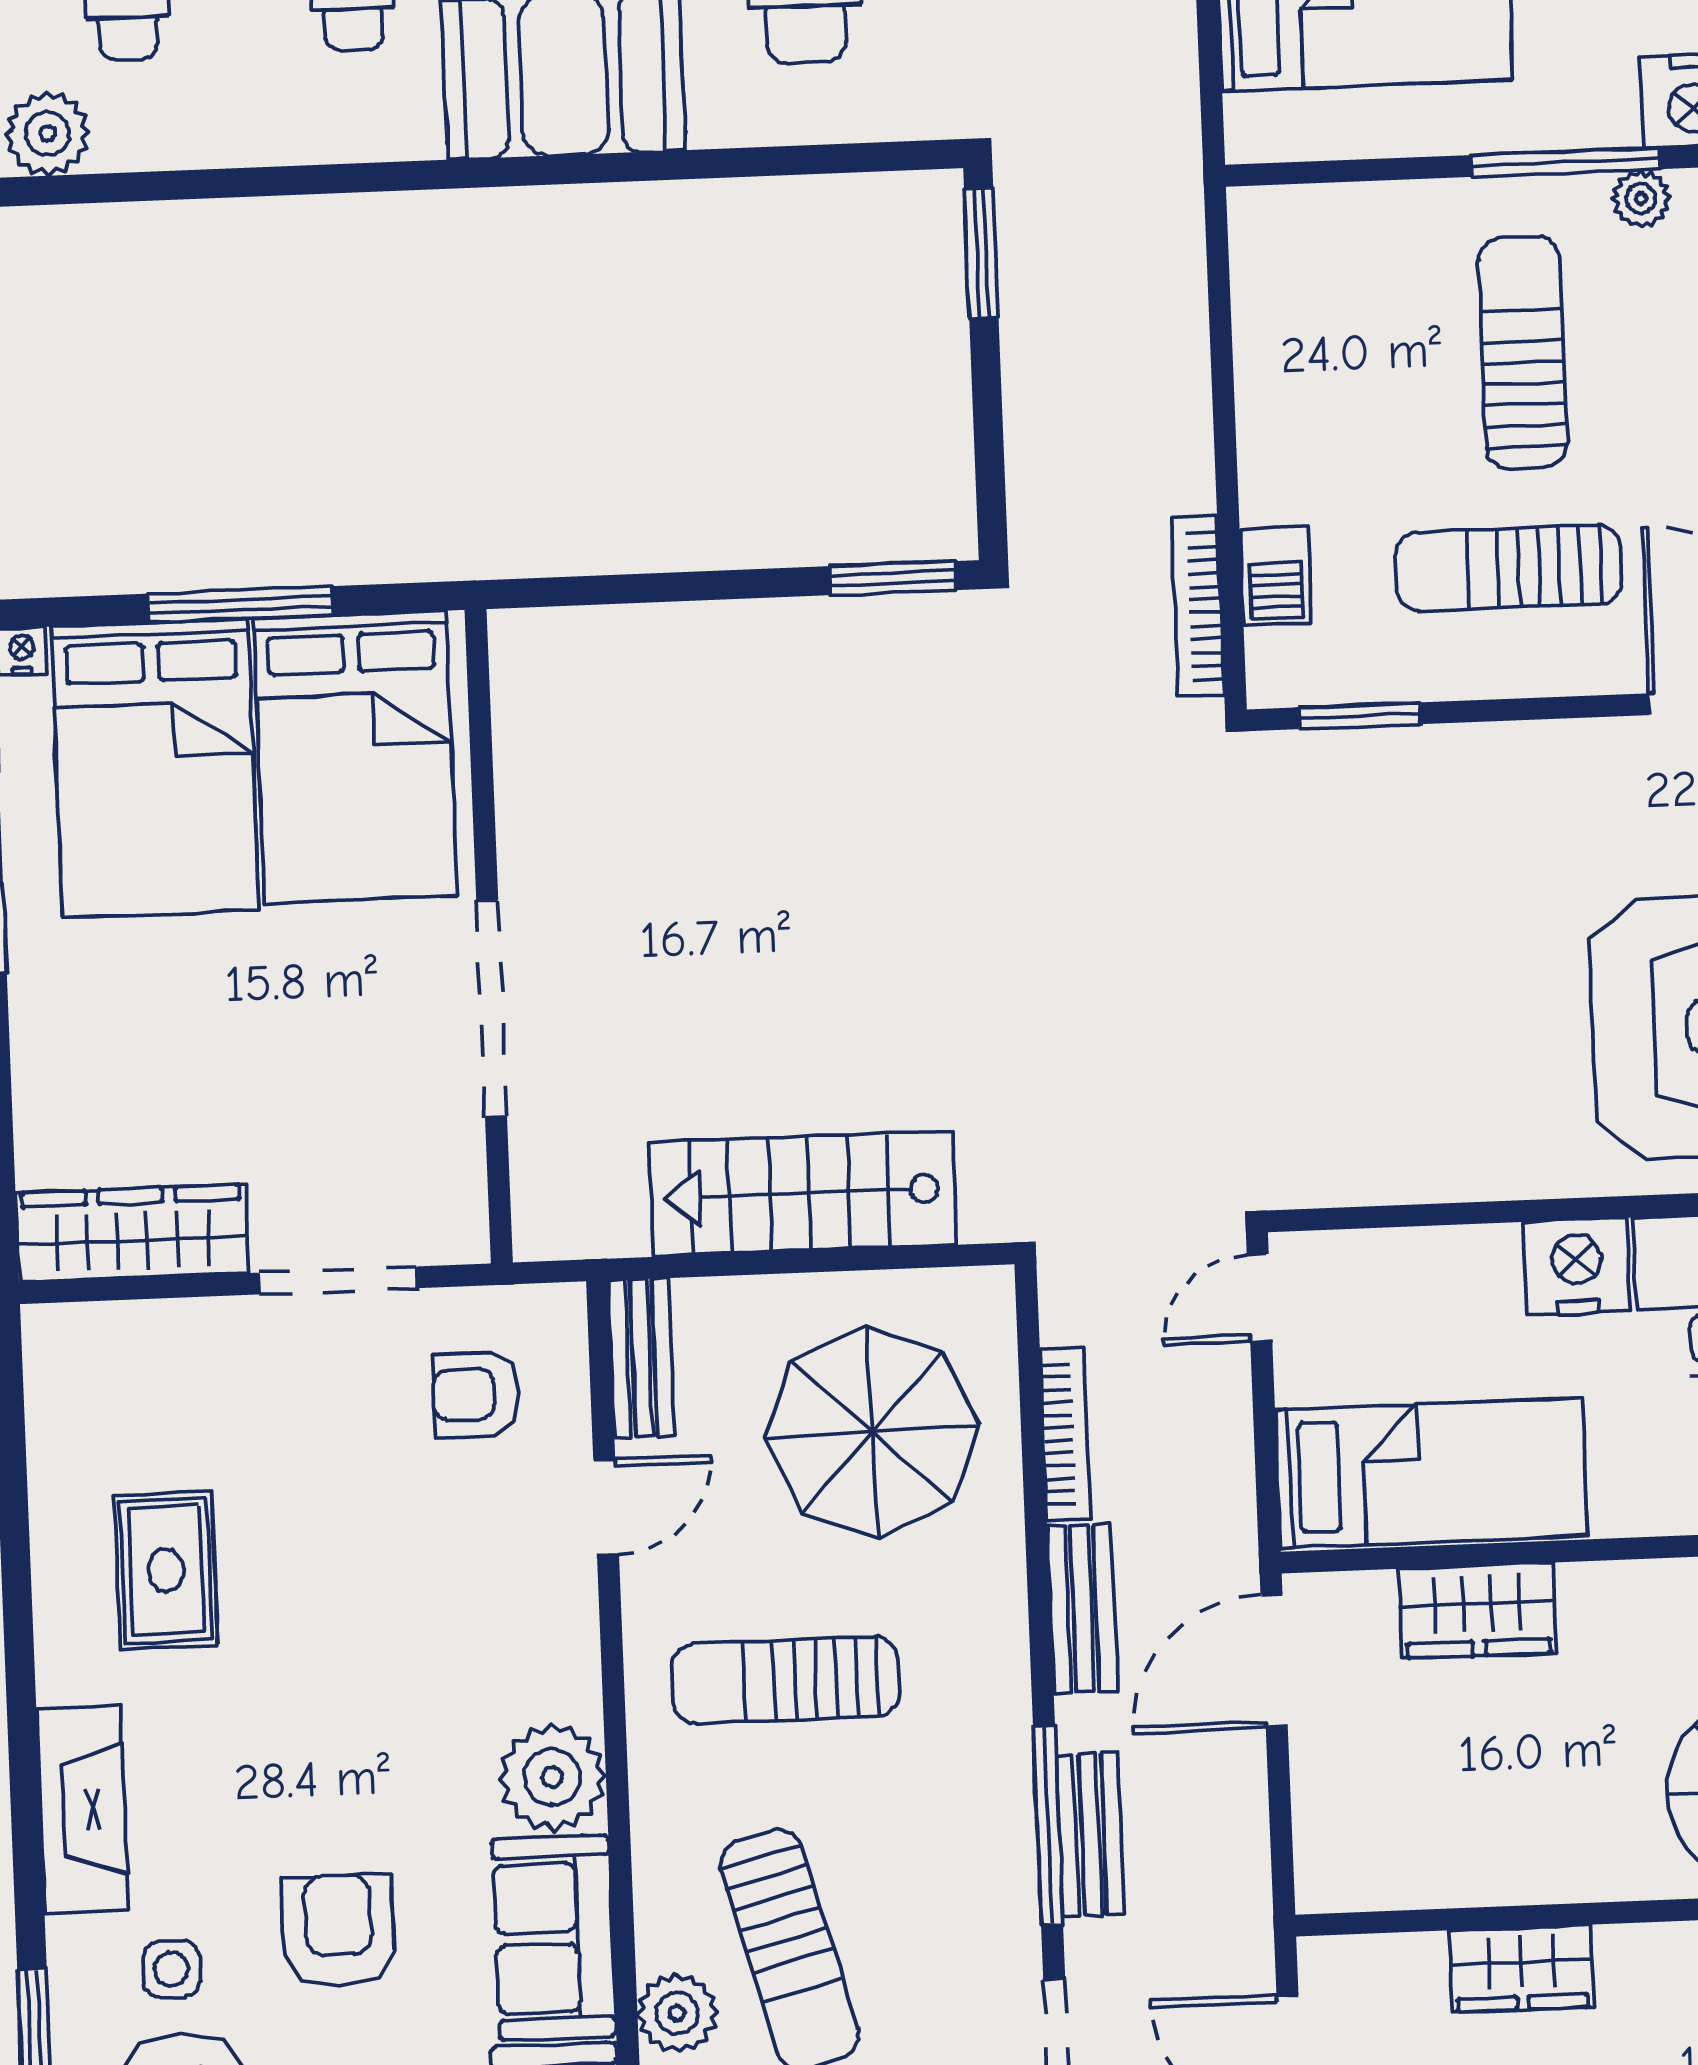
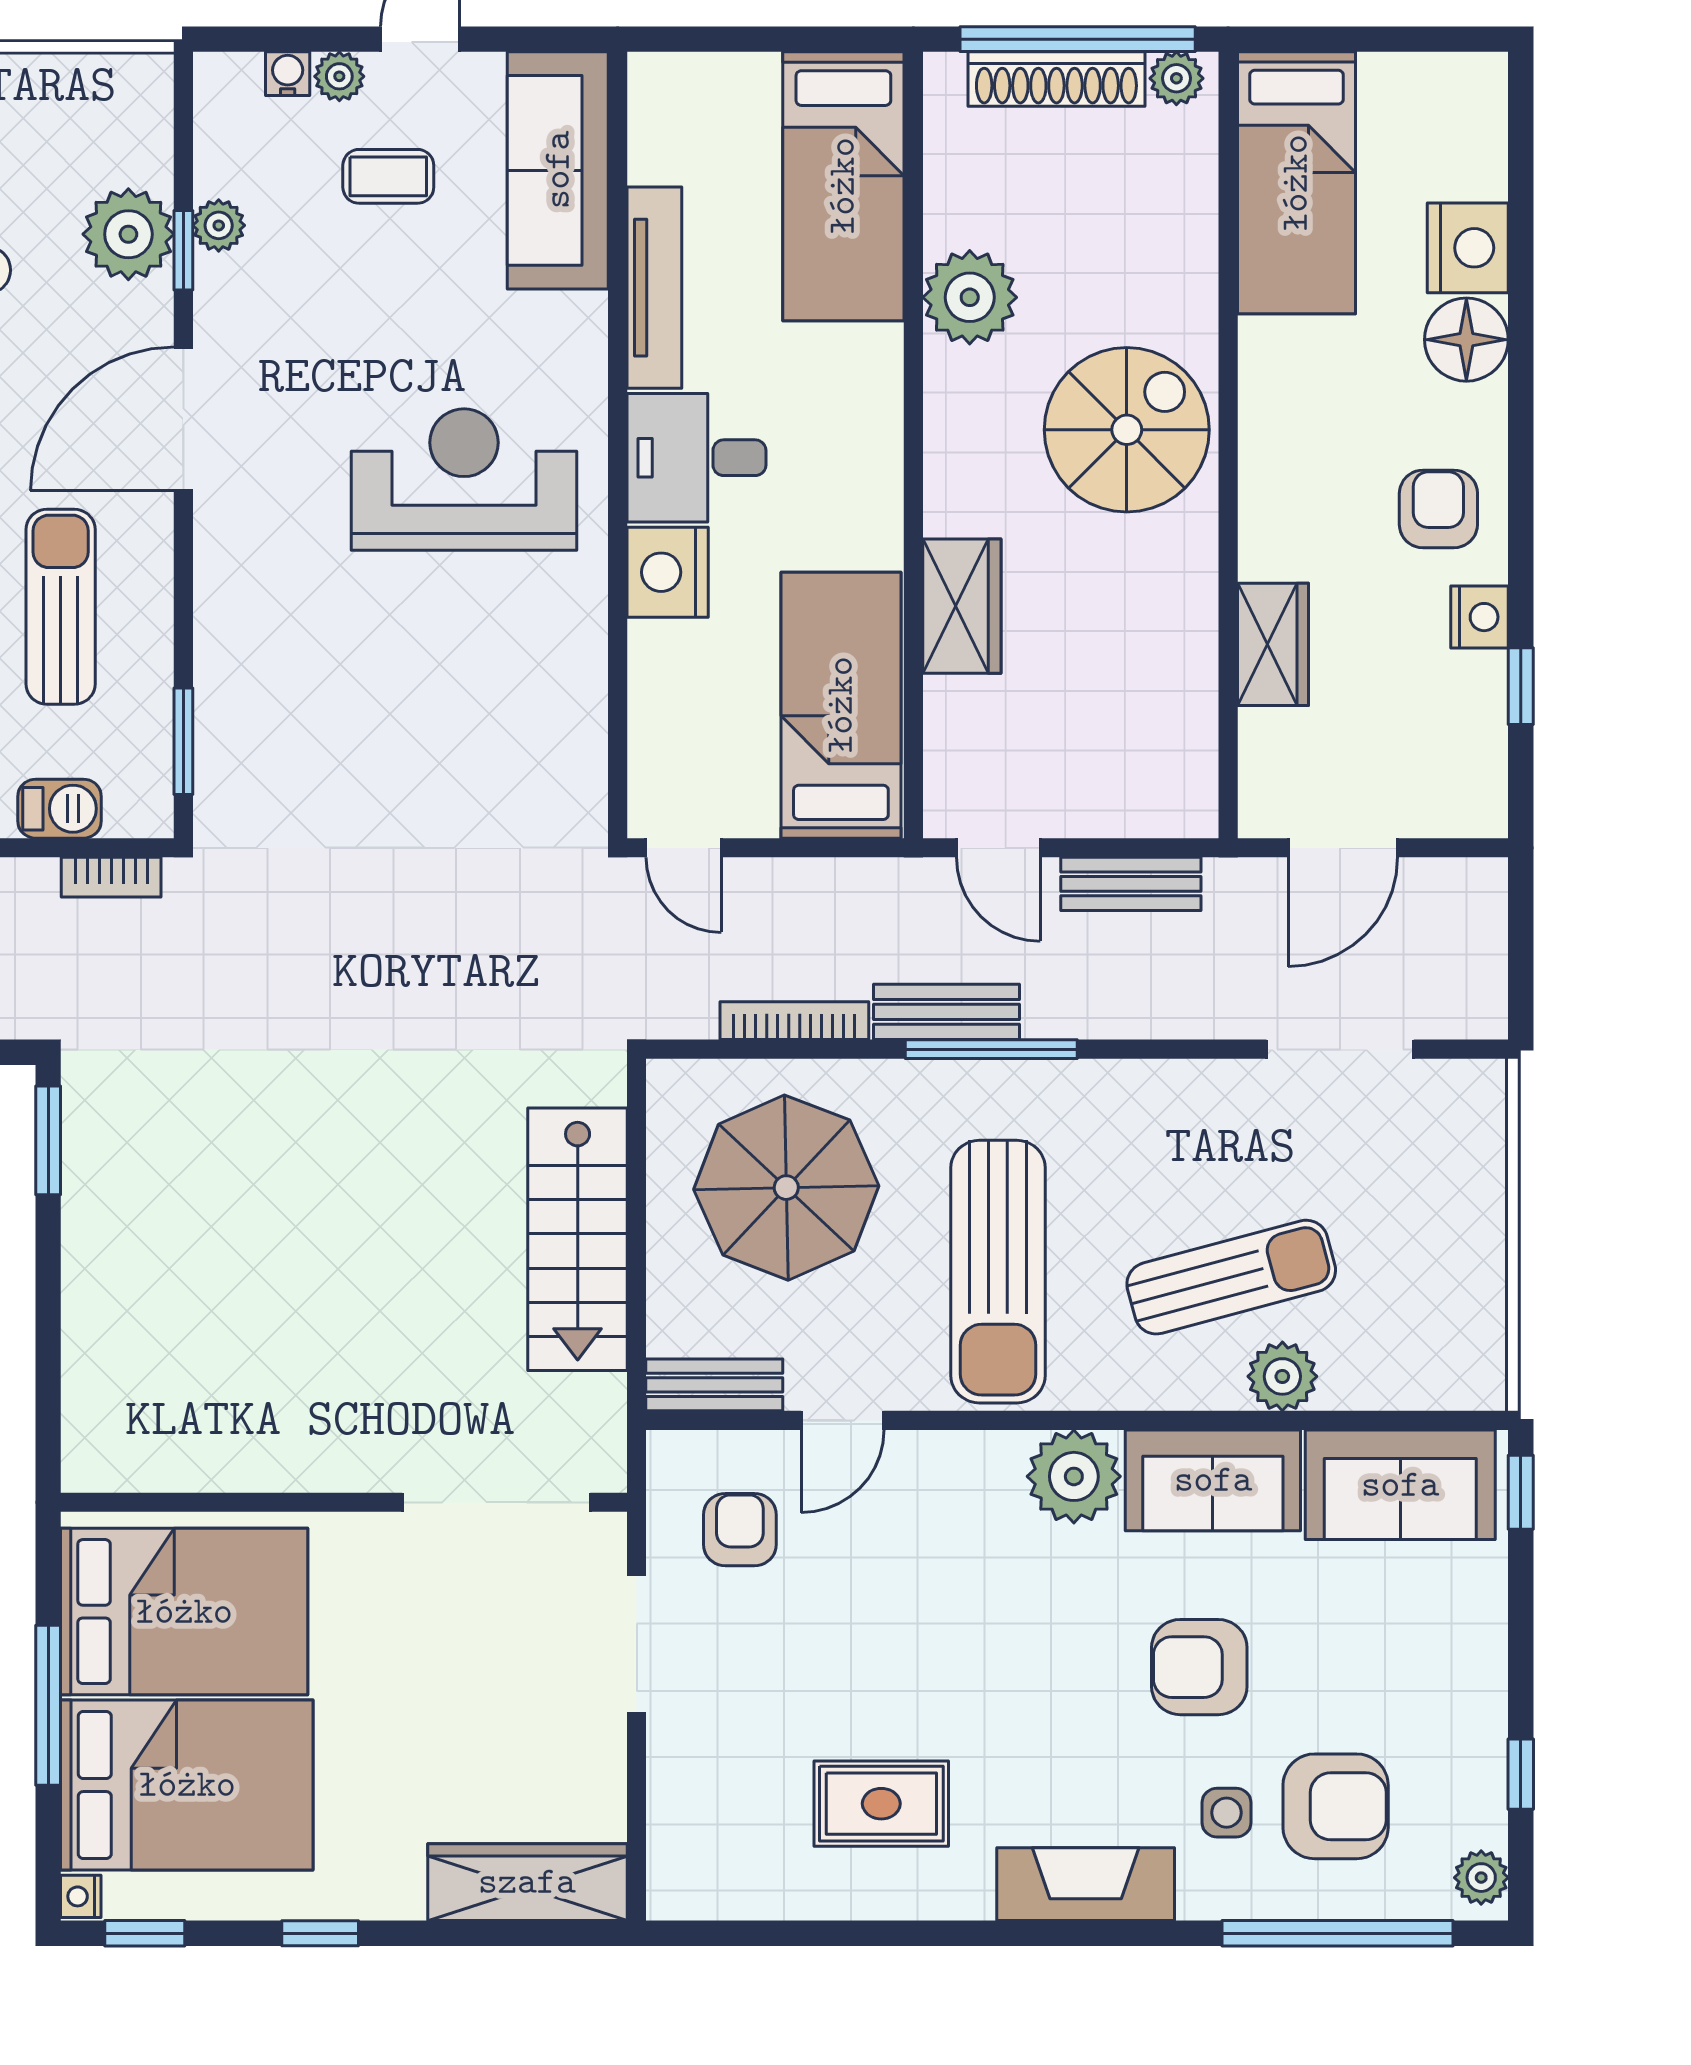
sun lounger: (1509, 568) -> (61, 607), turned 180
bookcase: (1198, 607) -> (111, 877), width x0.64
doorway: (492, 1009) -> (496, 1502), moved
wardrobe: (132, 1233) -> (527, 1882), moved, turned 90
armchair: (475, 1394) -> (740, 1530), turned 180
door: (606, 1508) -> (842, 1420), swing flipped
wardrobe: (1477, 1611) -> (962, 606), moved
door: (1274, 1661) -> (998, 848), width x0.73
sun lounger: (785, 1680) -> (998, 1272), width x1.36, depth x1.34
window: (1048, 1825) -> (991, 1049), moved
bench: (1090, 1834) -> (1131, 884), moved

